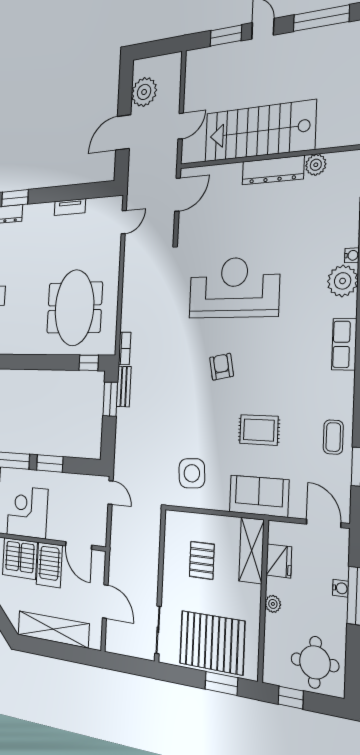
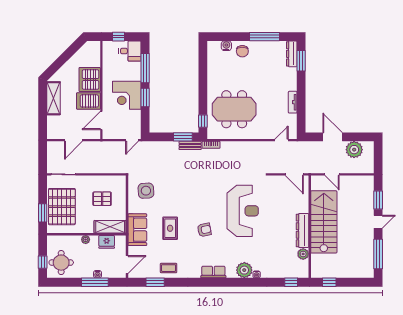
door: (124, 222) -> (281, 140), swing flipped
armchair: (221, 367) -> (204, 230), moved
corner desk: (27, 512) -> (127, 95), moved, turned 180
shelving: (53, 629) -> (54, 98), width x0.68
window: (291, 697) -> (43, 262), moved

